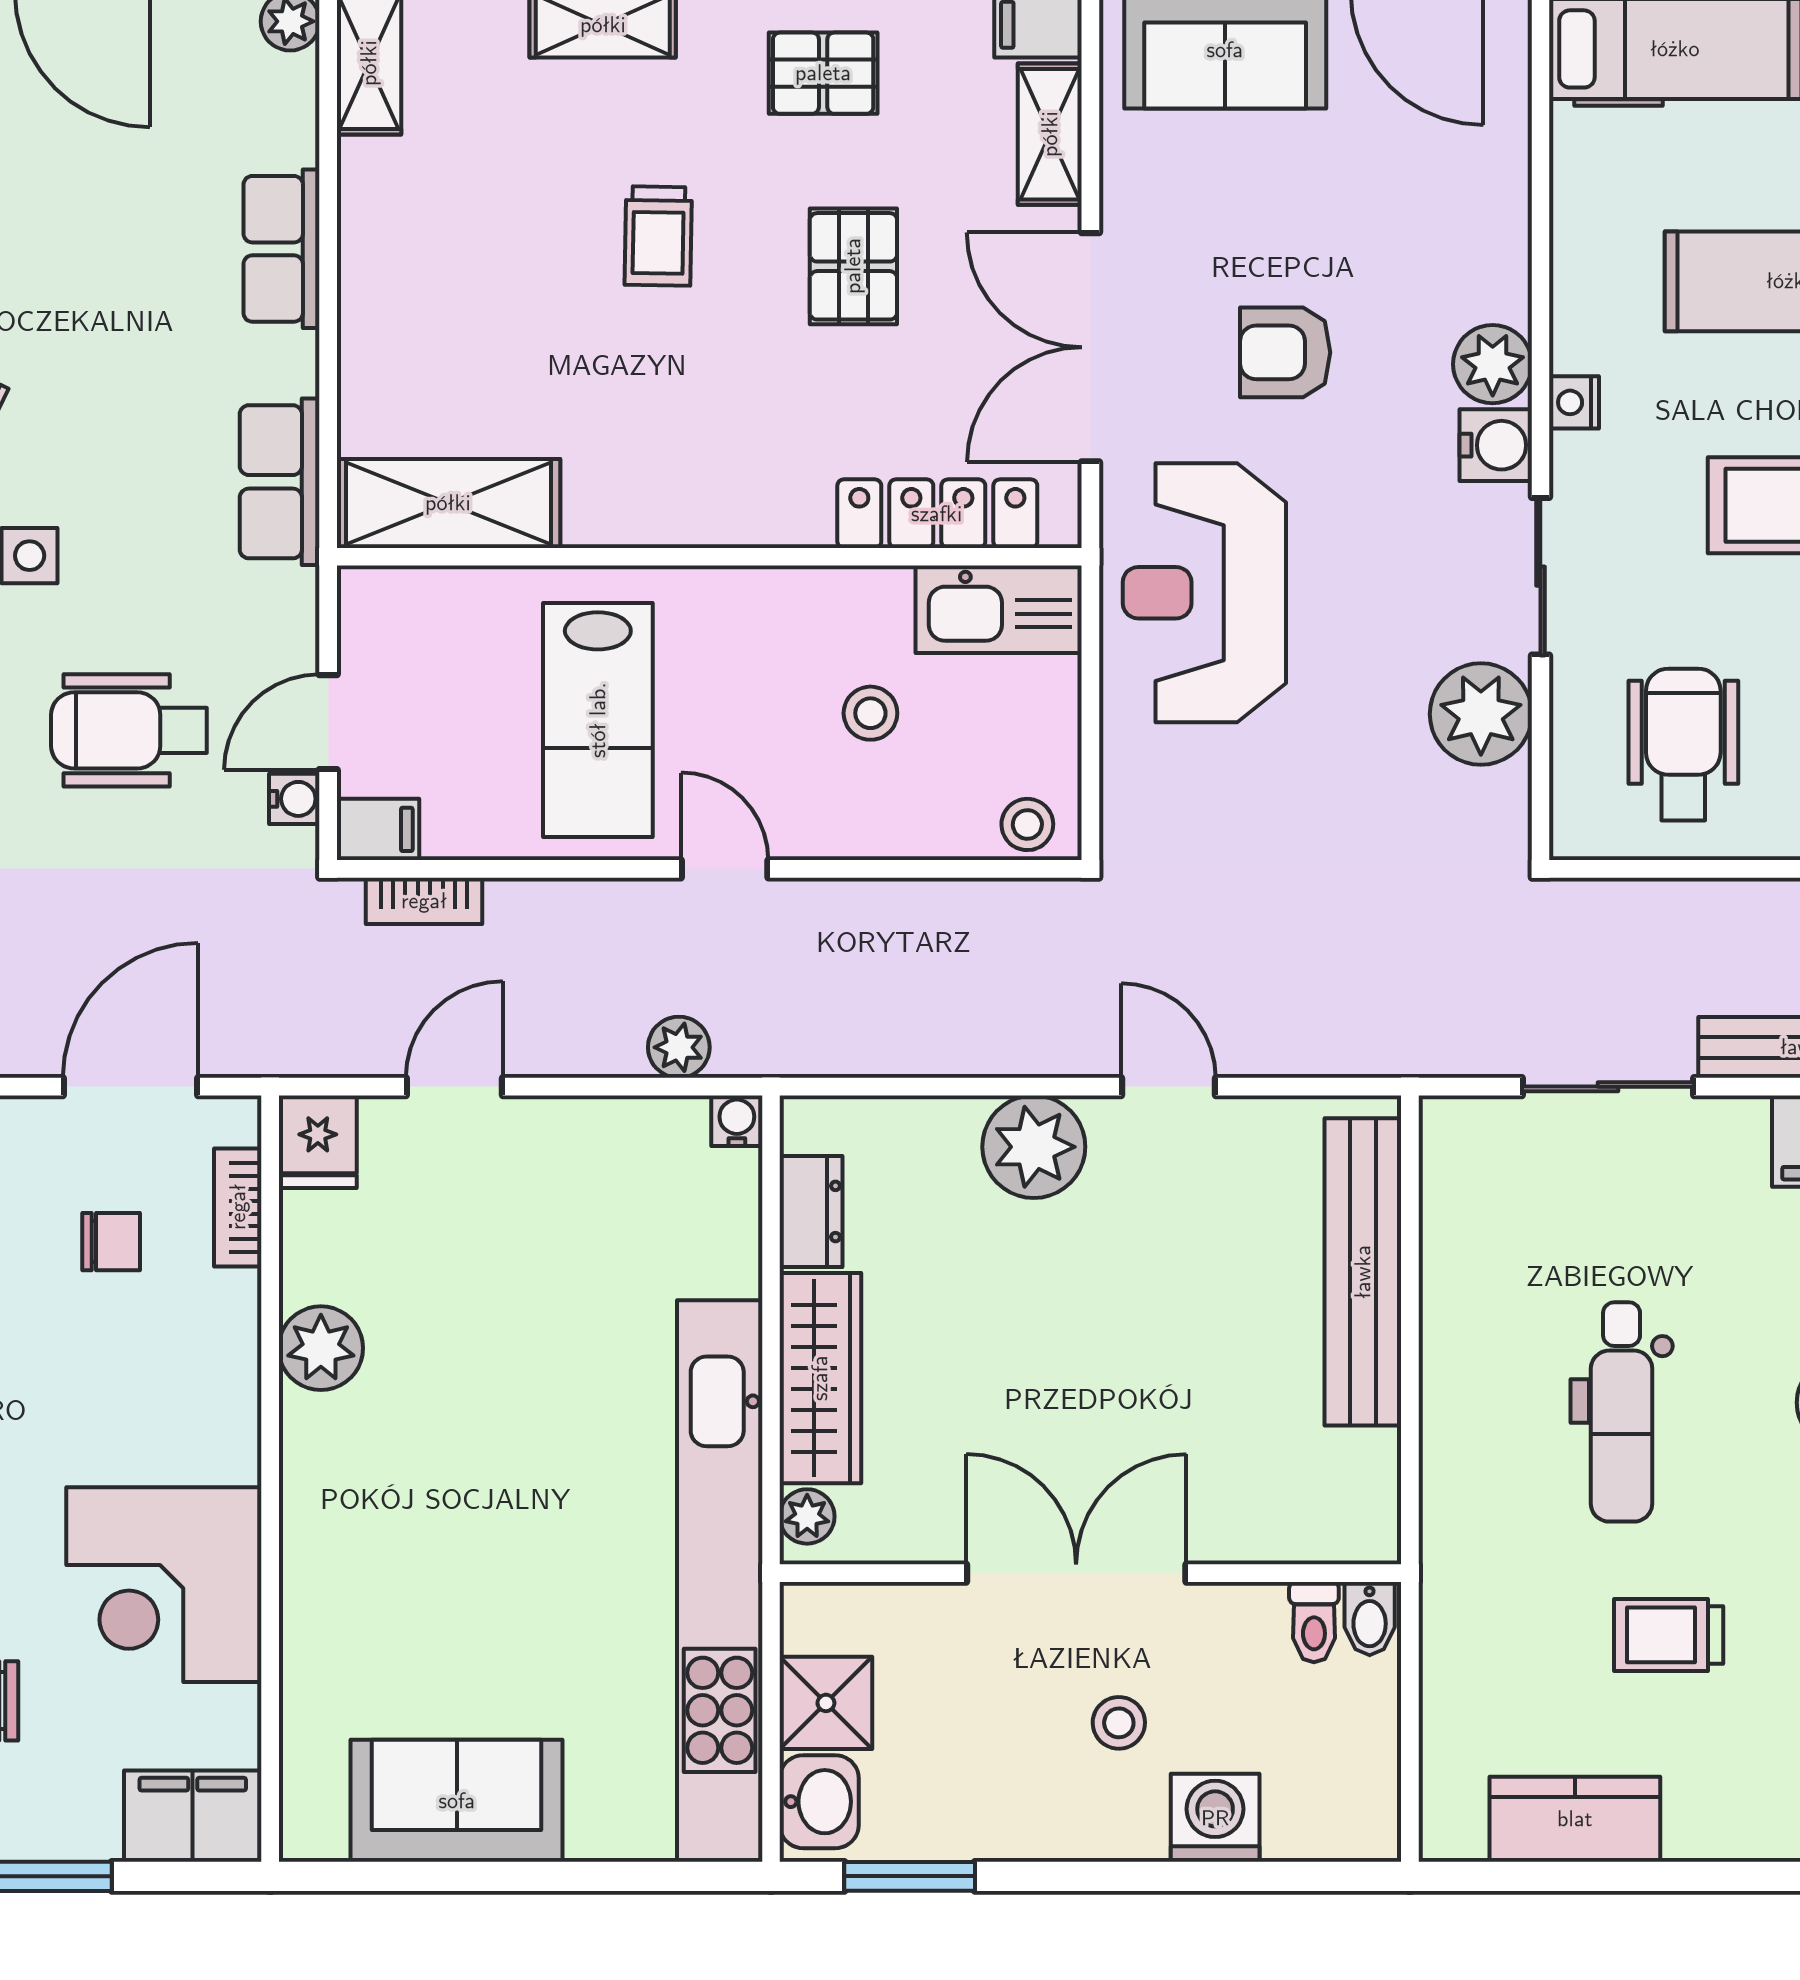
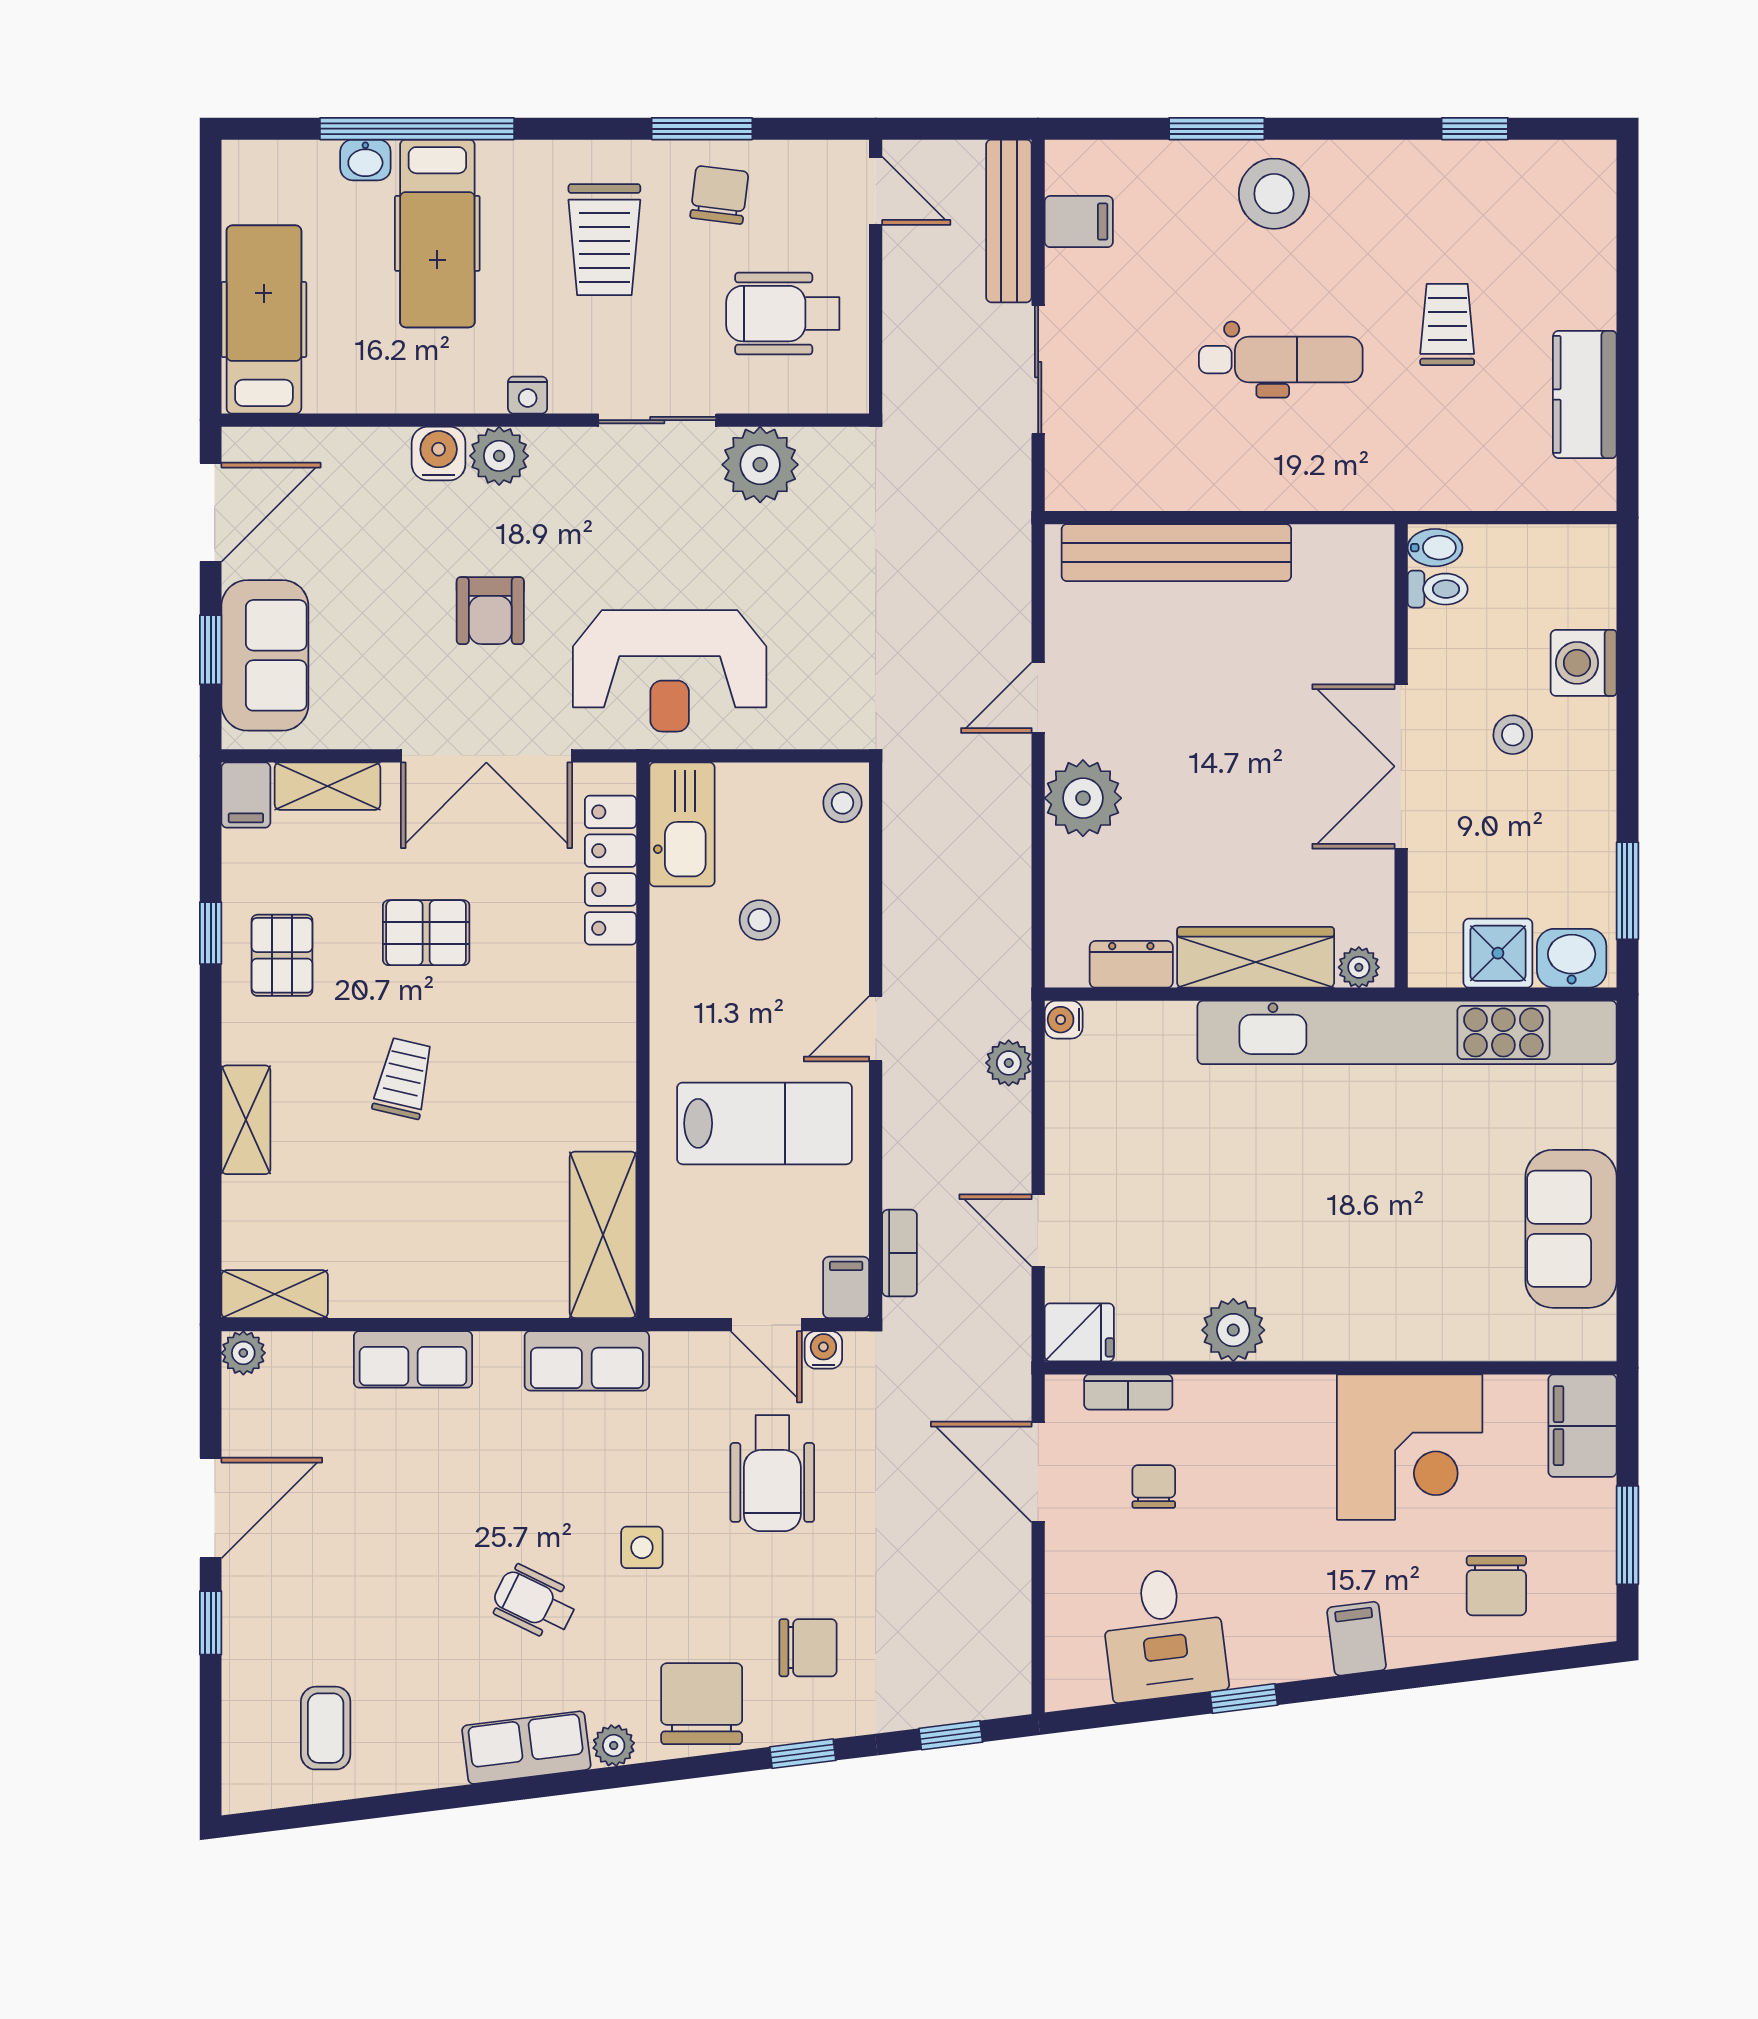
trolley: (658, 236) -> (403, 1078), turned -78
water cooler: (1496, 445) -> (439, 453), moved
trolley: (1669, 1635) -> (1447, 324), turned 180

